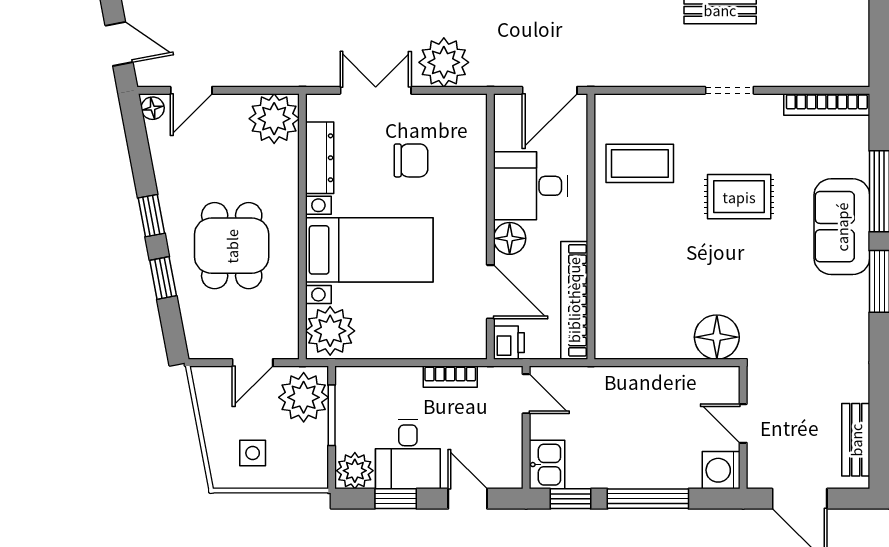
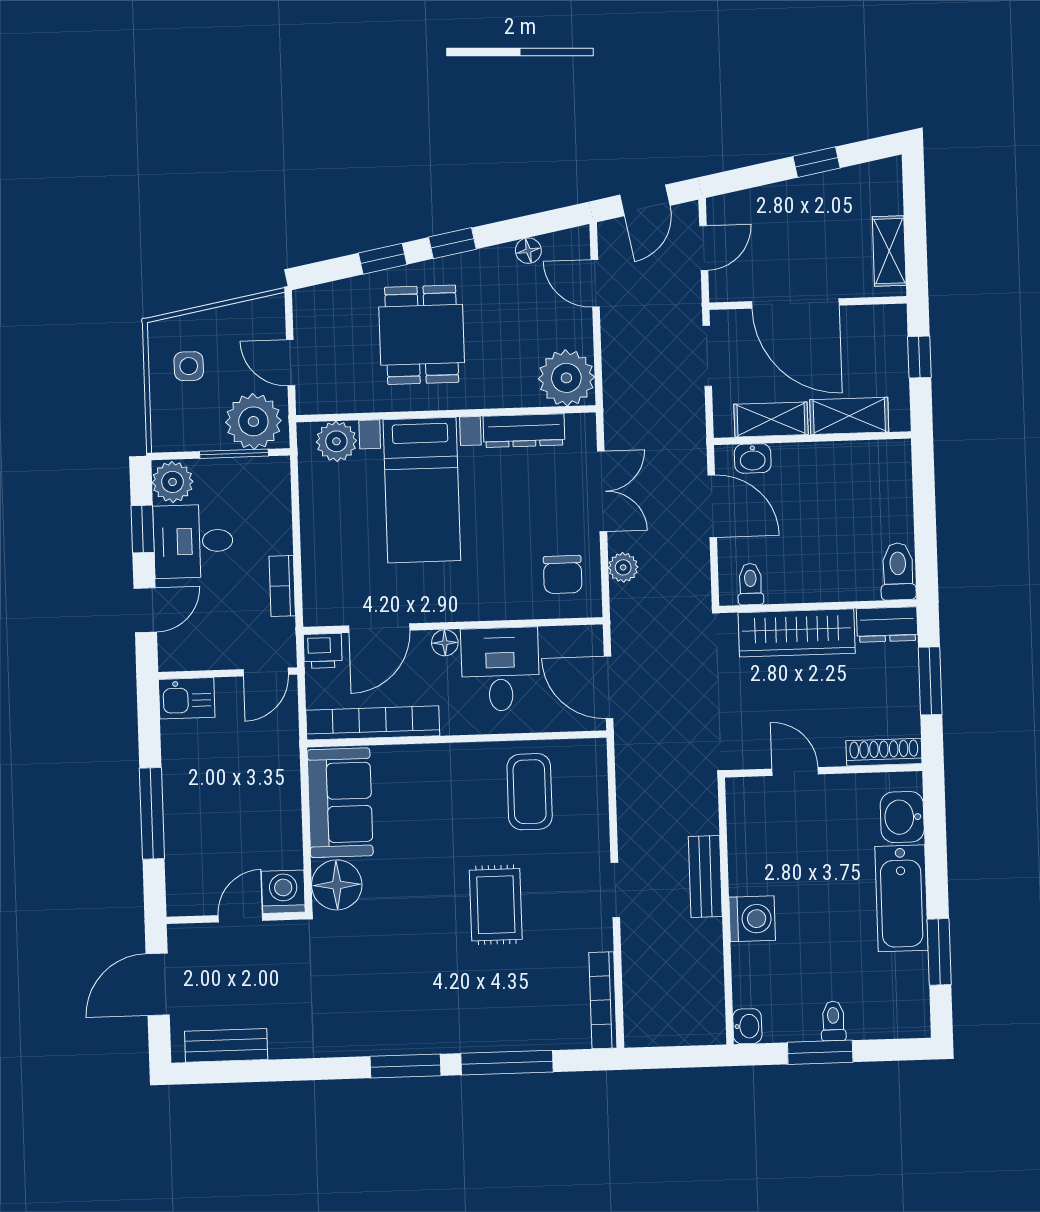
plant: (444, 62) -> (623, 567), width x0.53, depth x0.53
floor lamp: (153, 108) -> (528, 251), moved
chair: (411, 160) -> (563, 574), moved
sofa: (842, 227) -> (340, 803), moved, turned 90
floor lamp: (510, 238) -> (445, 643), width x0.73, depth x0.73
dining table: (232, 246) -> (422, 335), turned 90
plant: (330, 331) -> (336, 441), width x0.73, depth x0.73
washing machine: (721, 470) -> (283, 892), moved
window: (571, 499) -> (149, 726), removed

